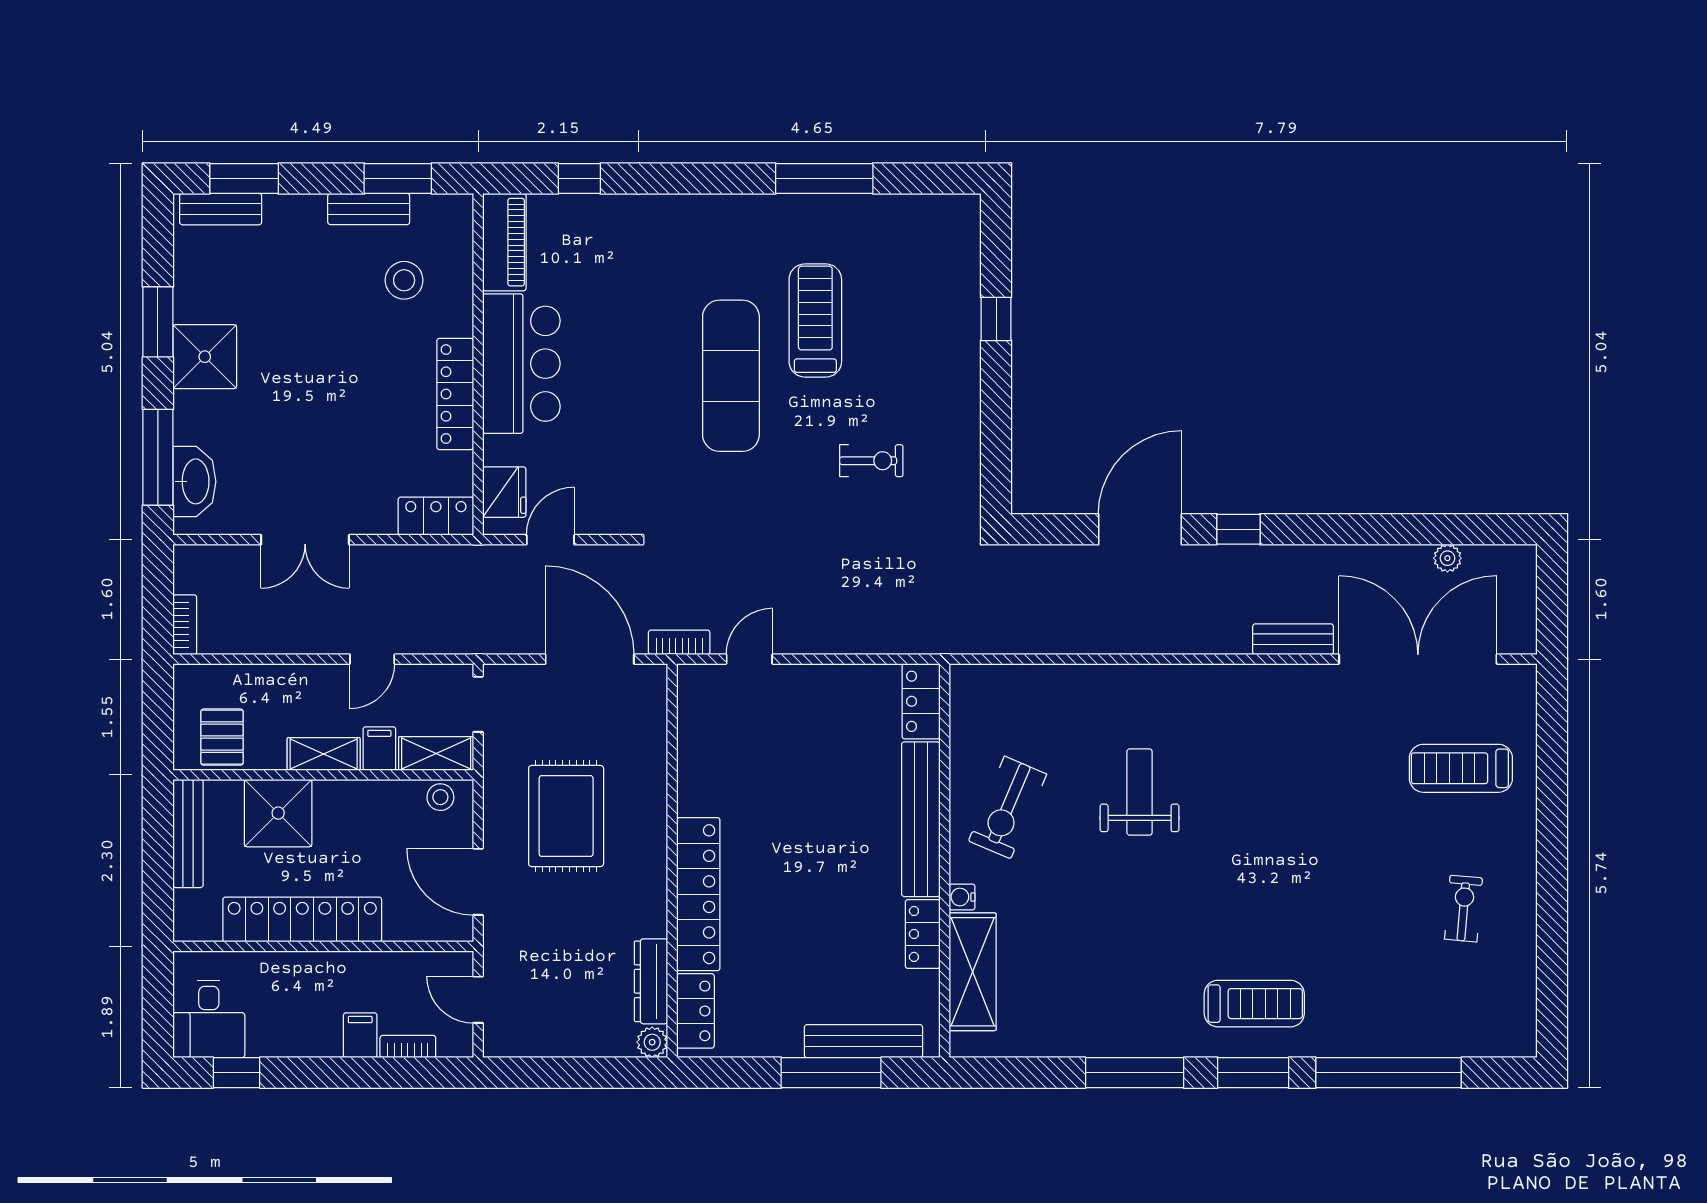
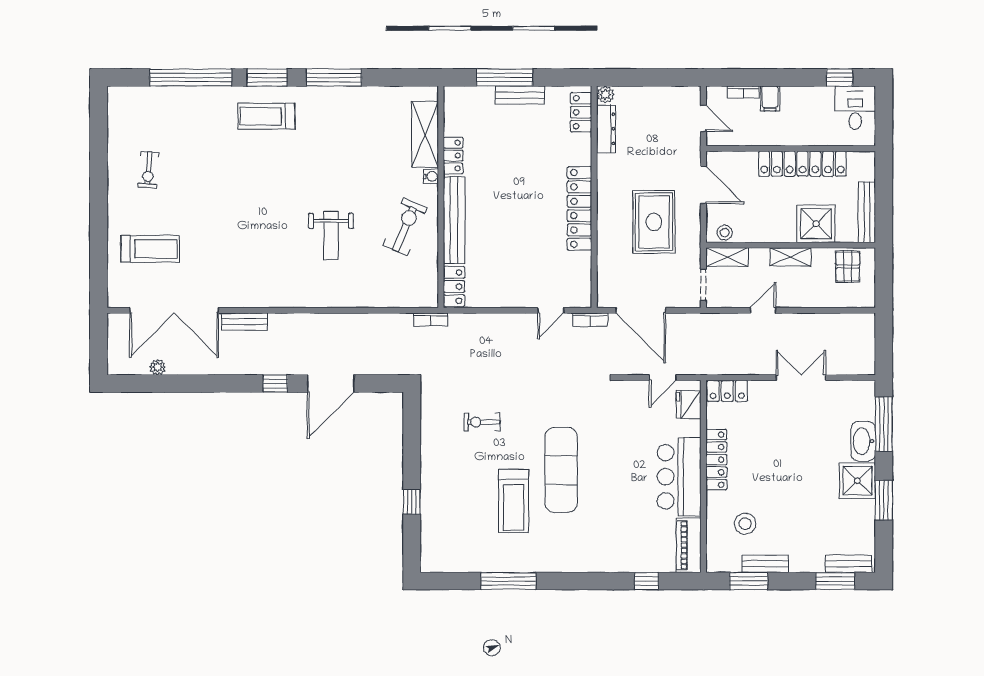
washbasin: (194, 481) -> (863, 441), moved
bookcase: (185, 625) -> (431, 320), moved, turned -90
filing cabinet: (379, 749) -> (759, 260), removed
locker: (698, 894) -> (579, 208), moved
bench: (863, 1041) -> (520, 95), moved, width x0.73

